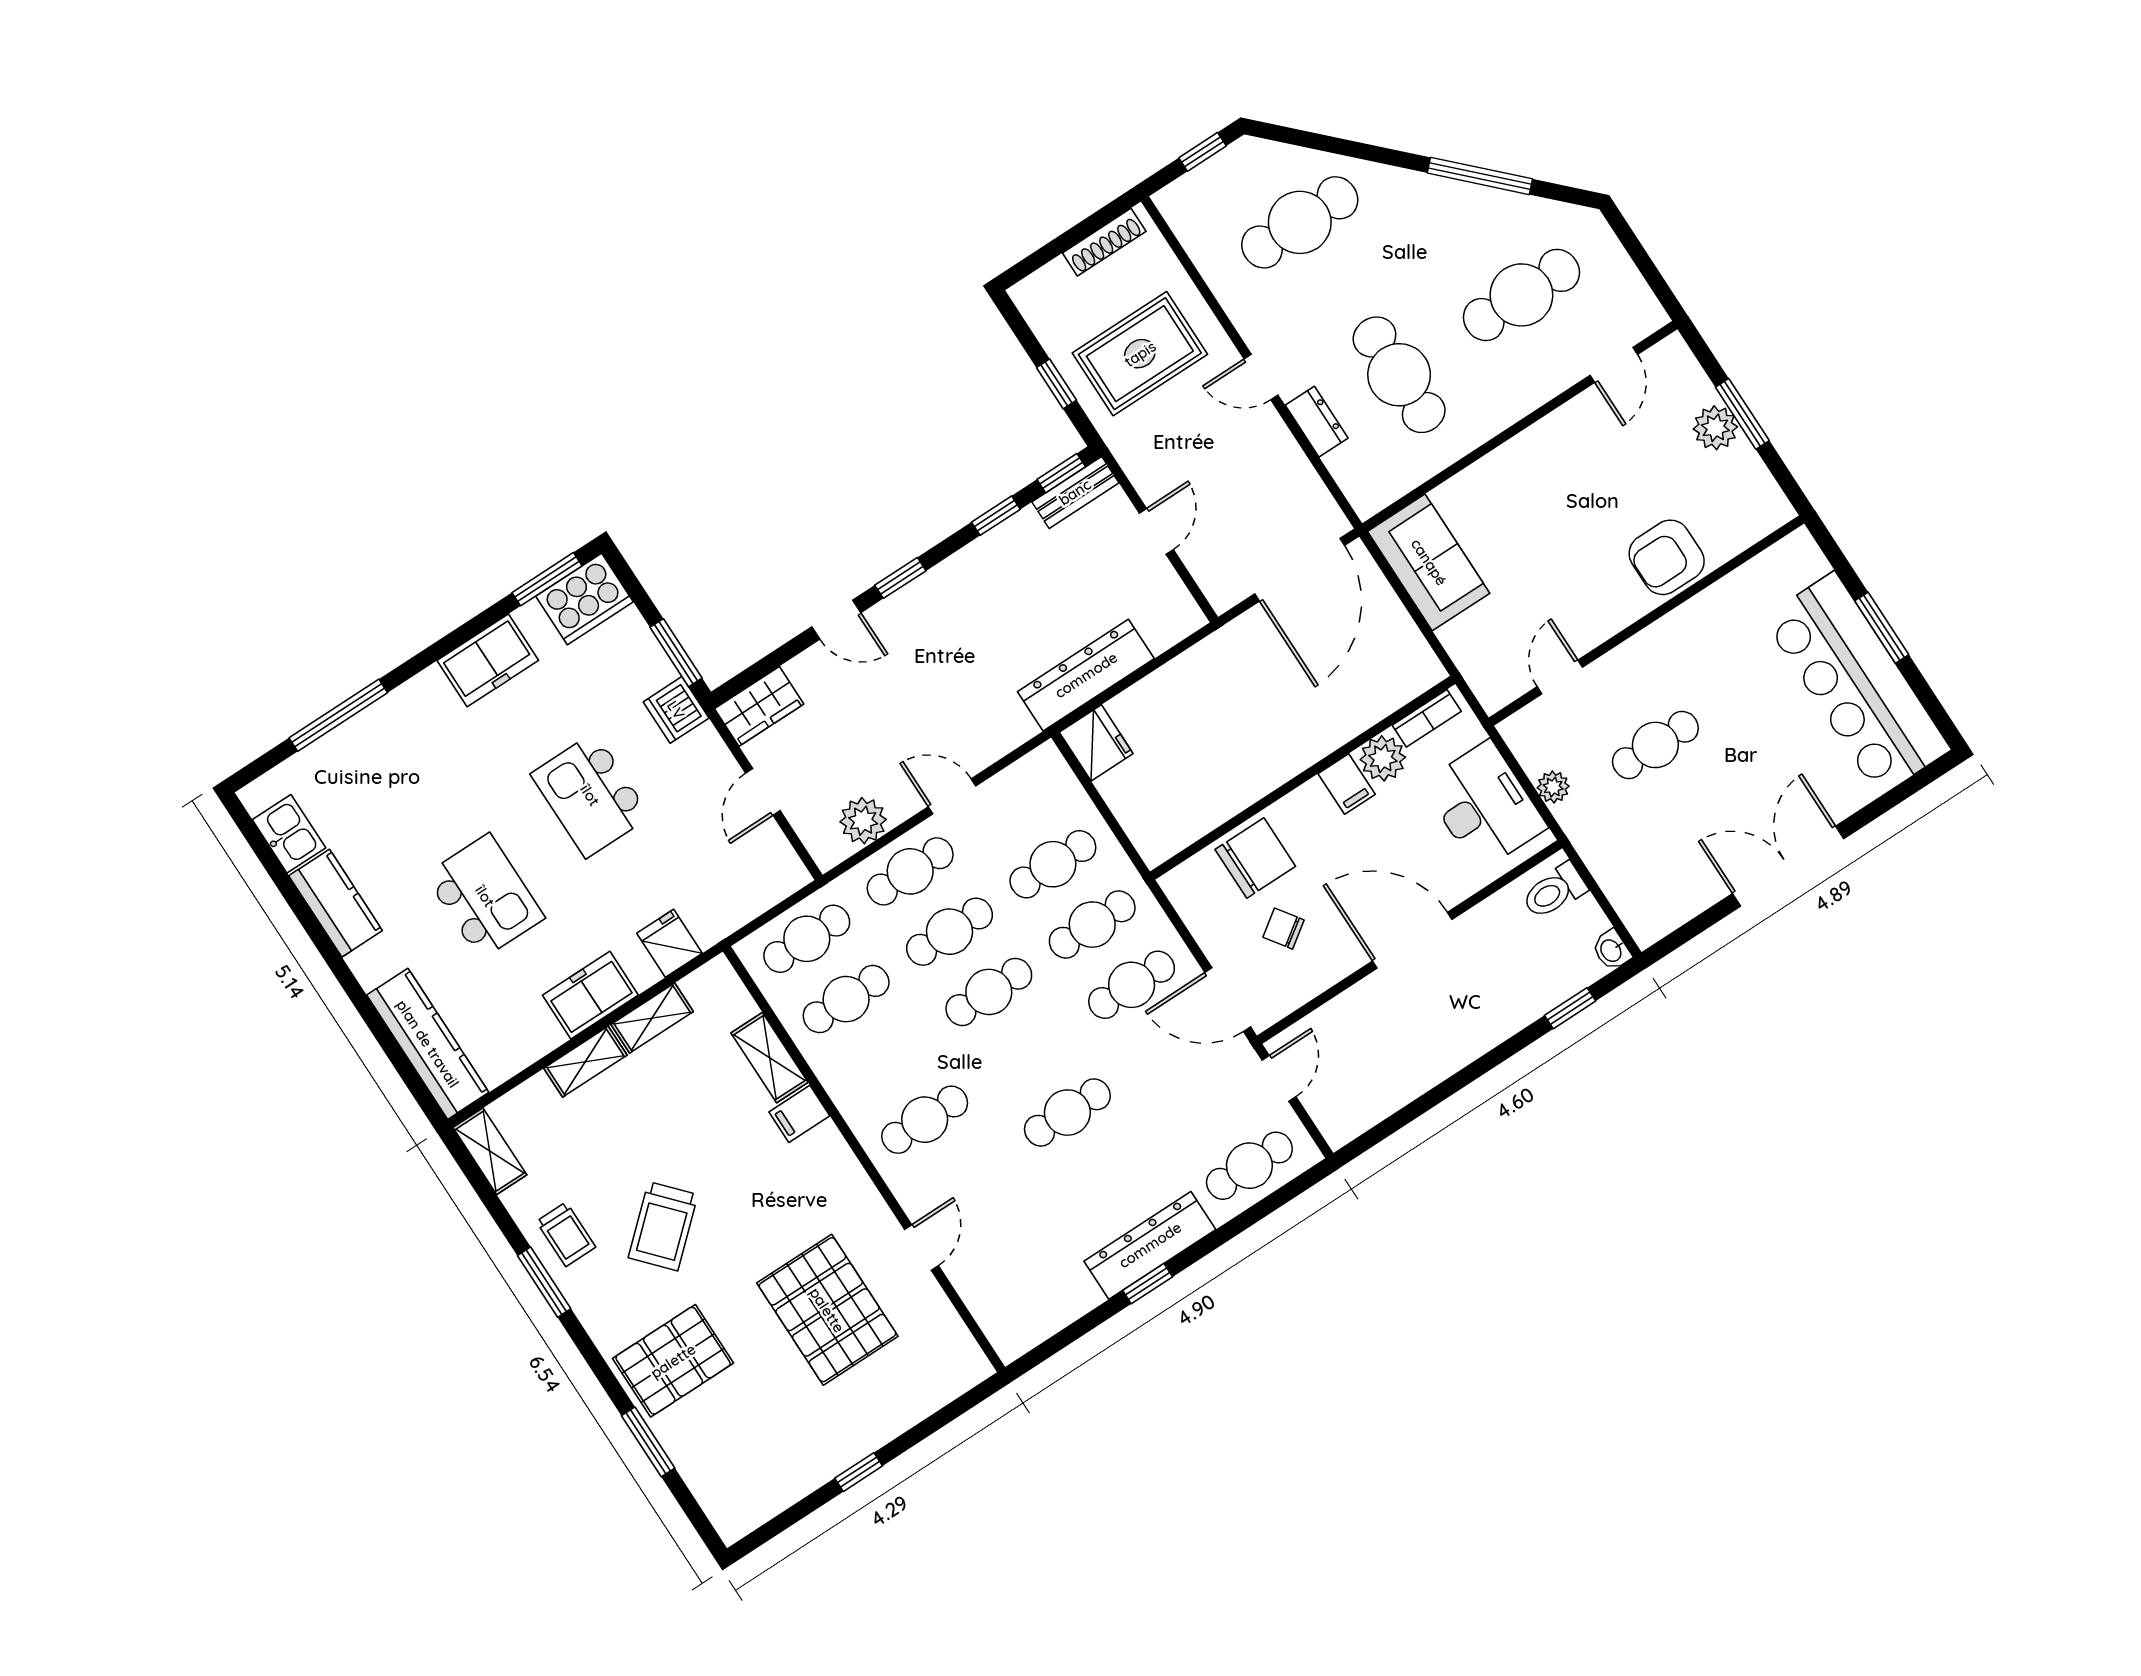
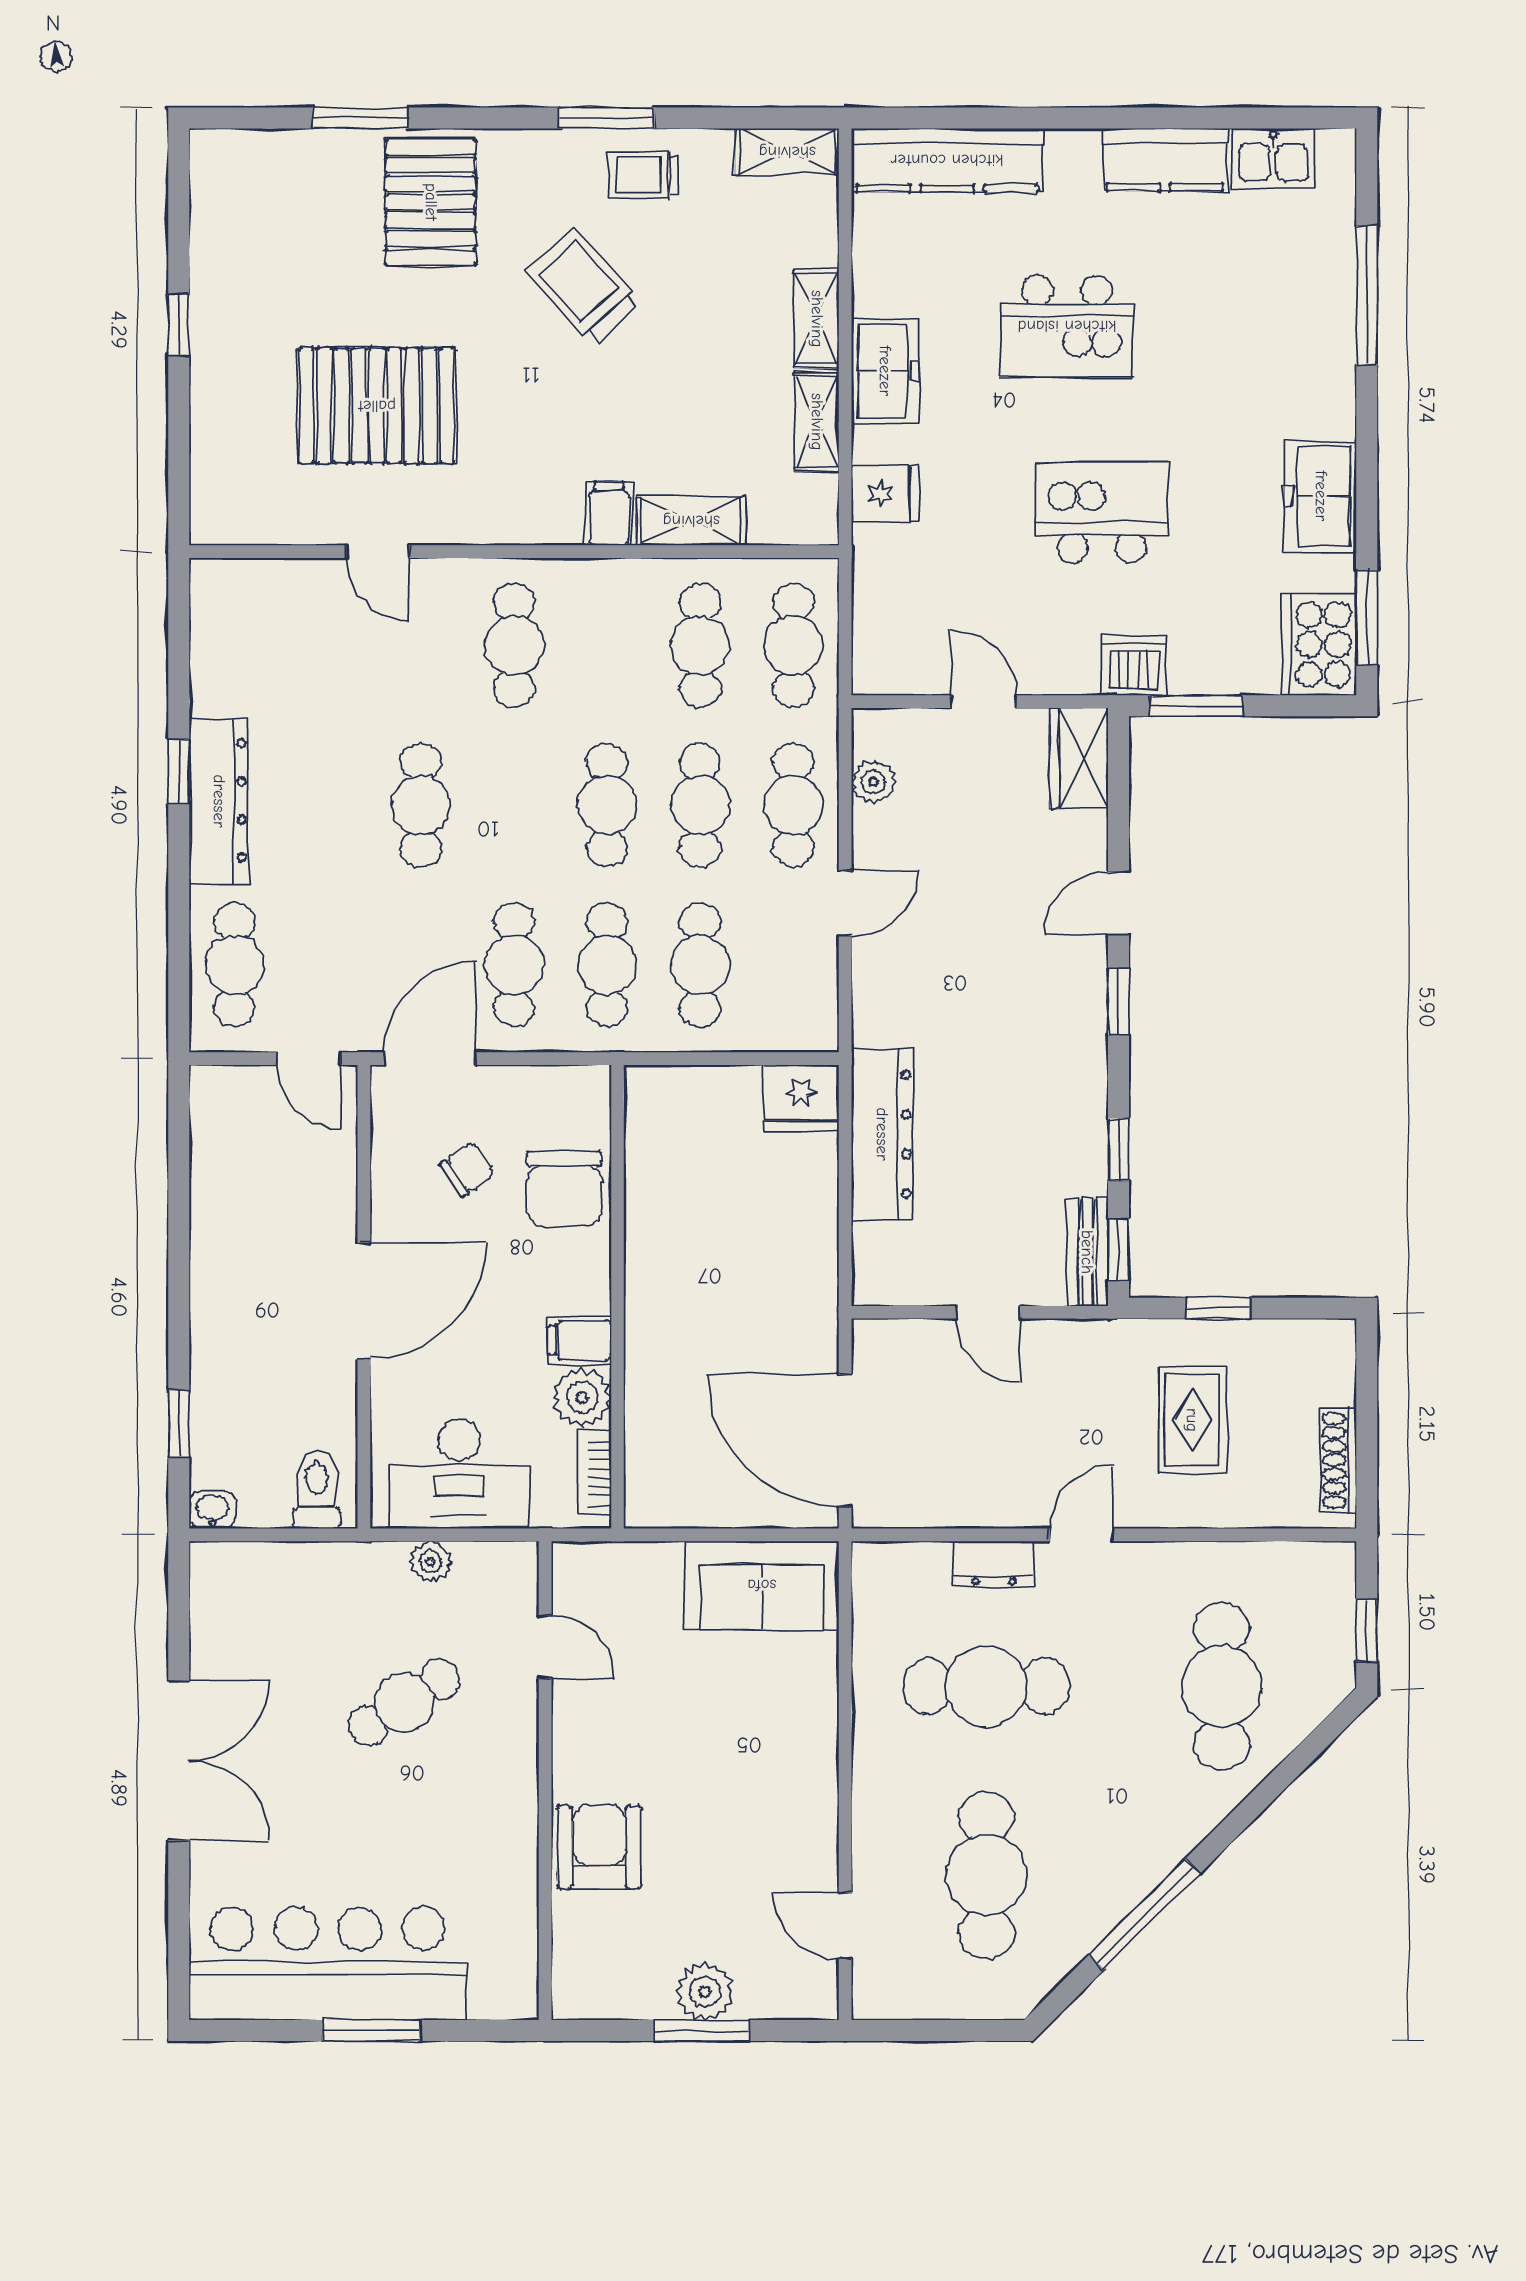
rug: (1140, 354) -> (1192, 1420), width x0.73, depth x0.70
cafe table: (1655, 745) -> (404, 1702), turned 57
plant: (863, 821) -> (873, 782), width x0.73, depth x0.73

